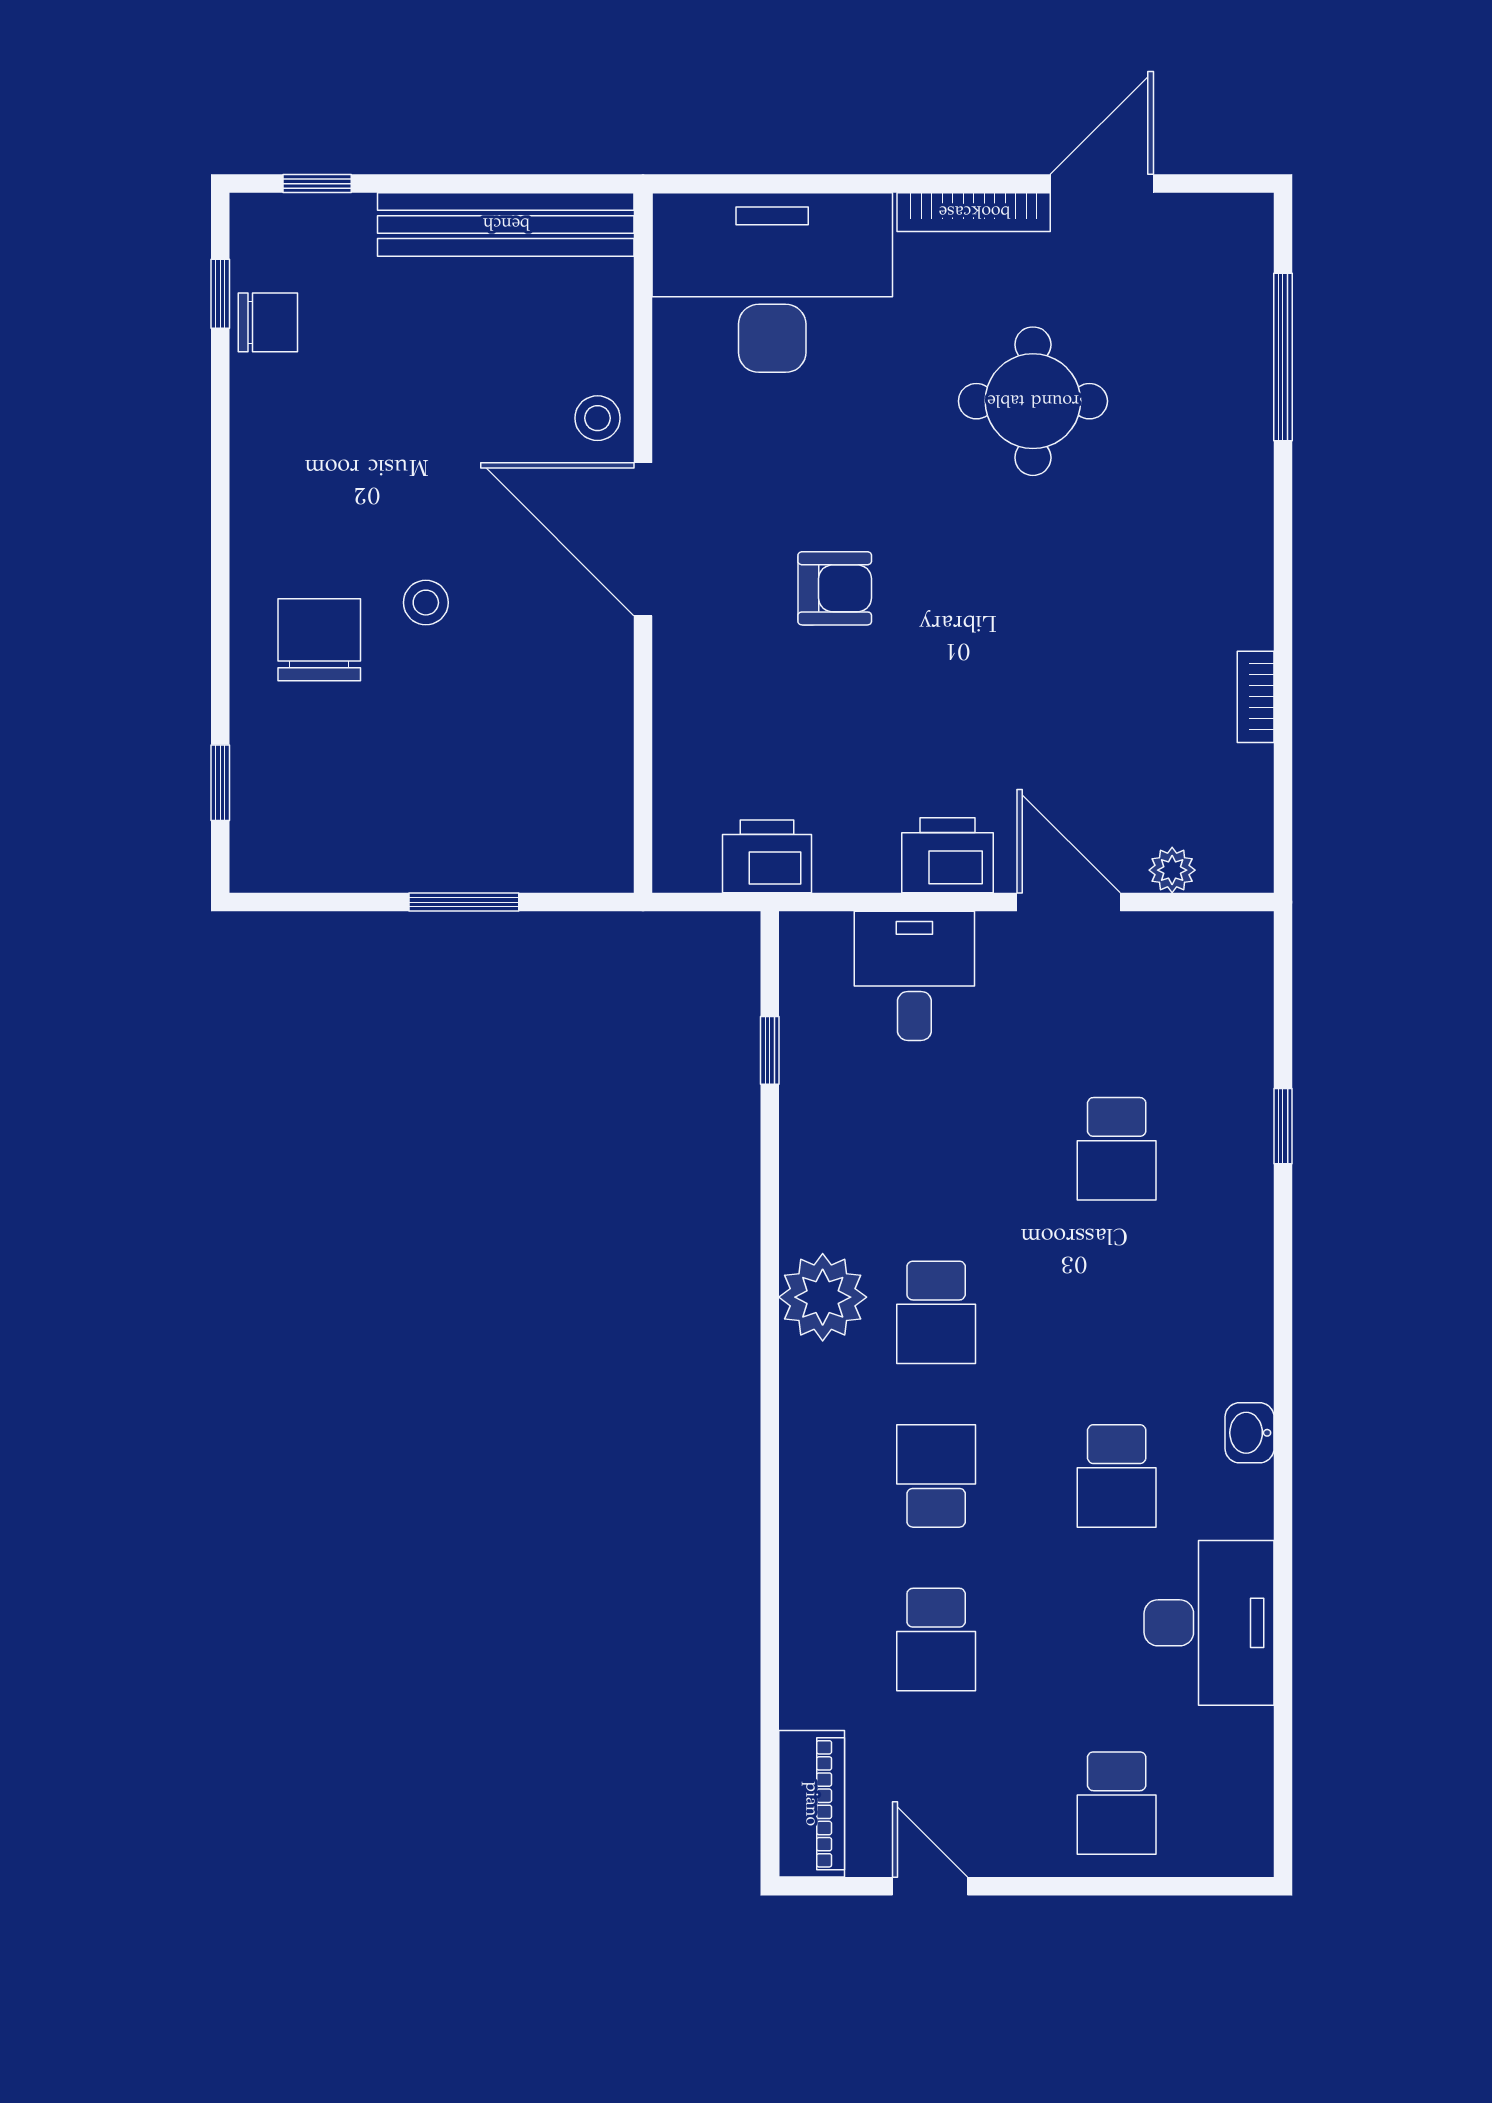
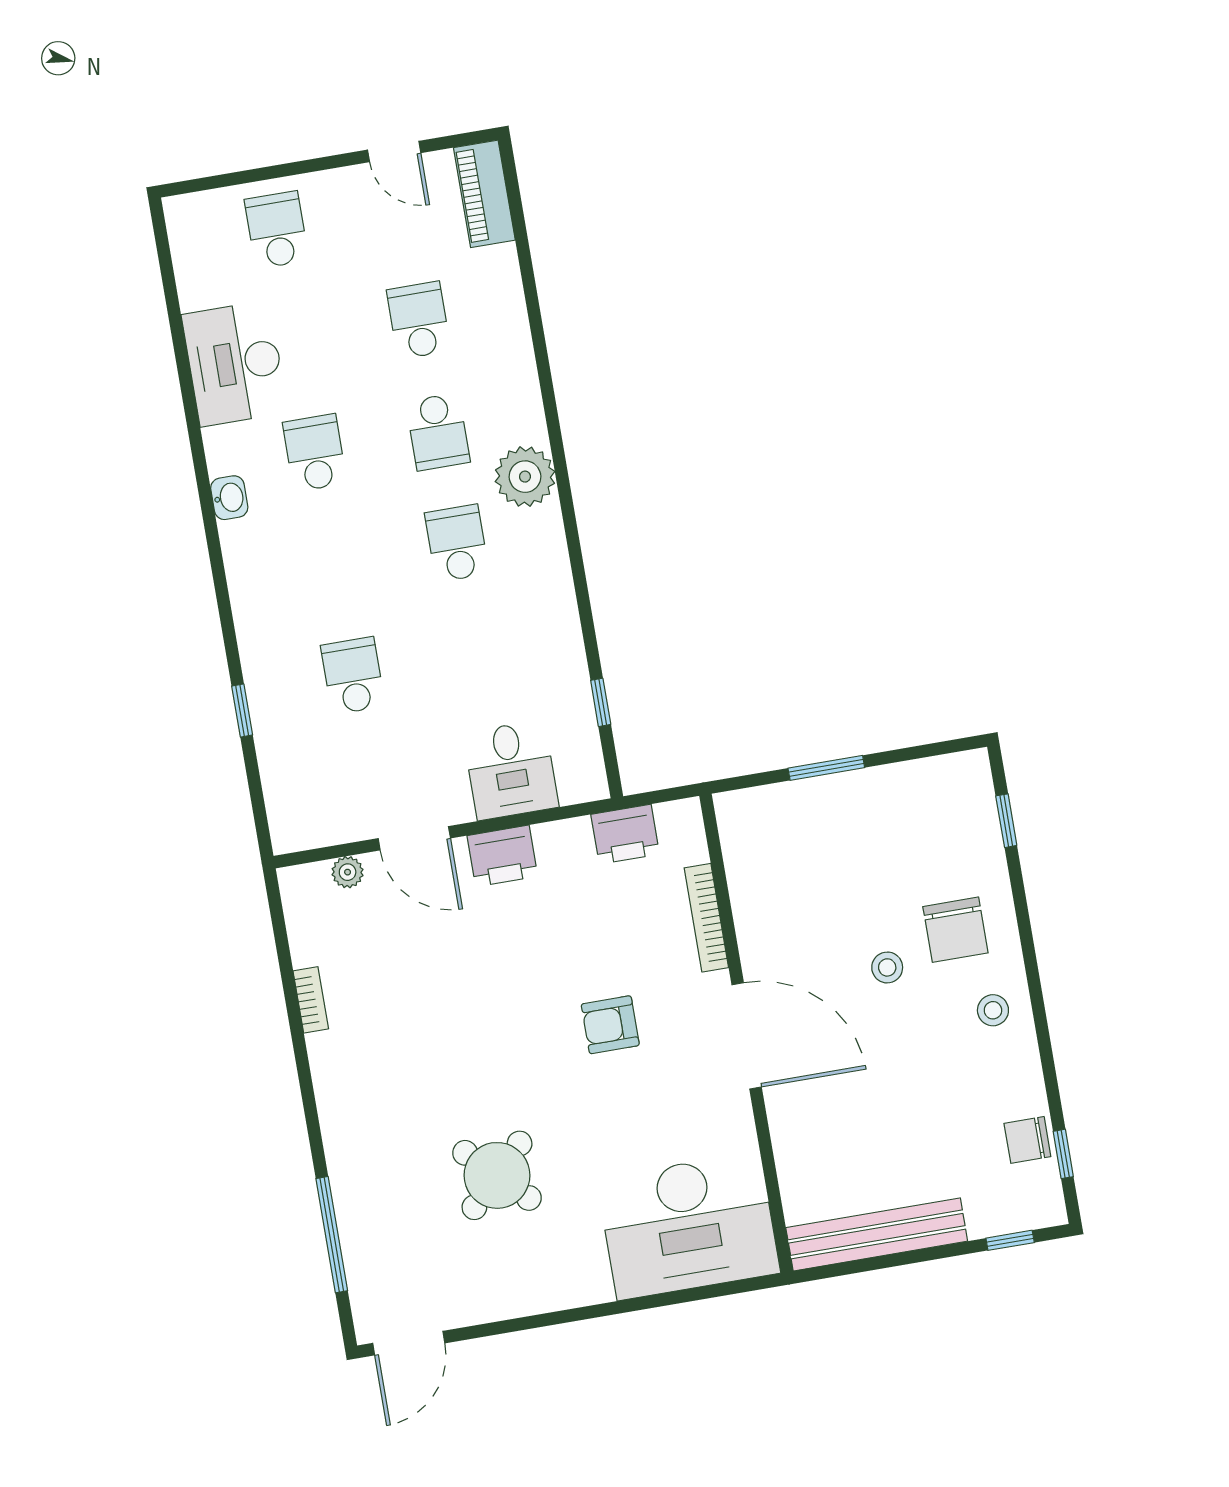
door: (1102, 184) -> (409, 1343), moved
bookcase: (974, 212) -> (706, 918), moved, turned -90
round table: (1033, 401) -> (497, 1175), turned 45
stool: (597, 418) -> (993, 1010), moved
plant: (823, 1297) -> (525, 477), moved

